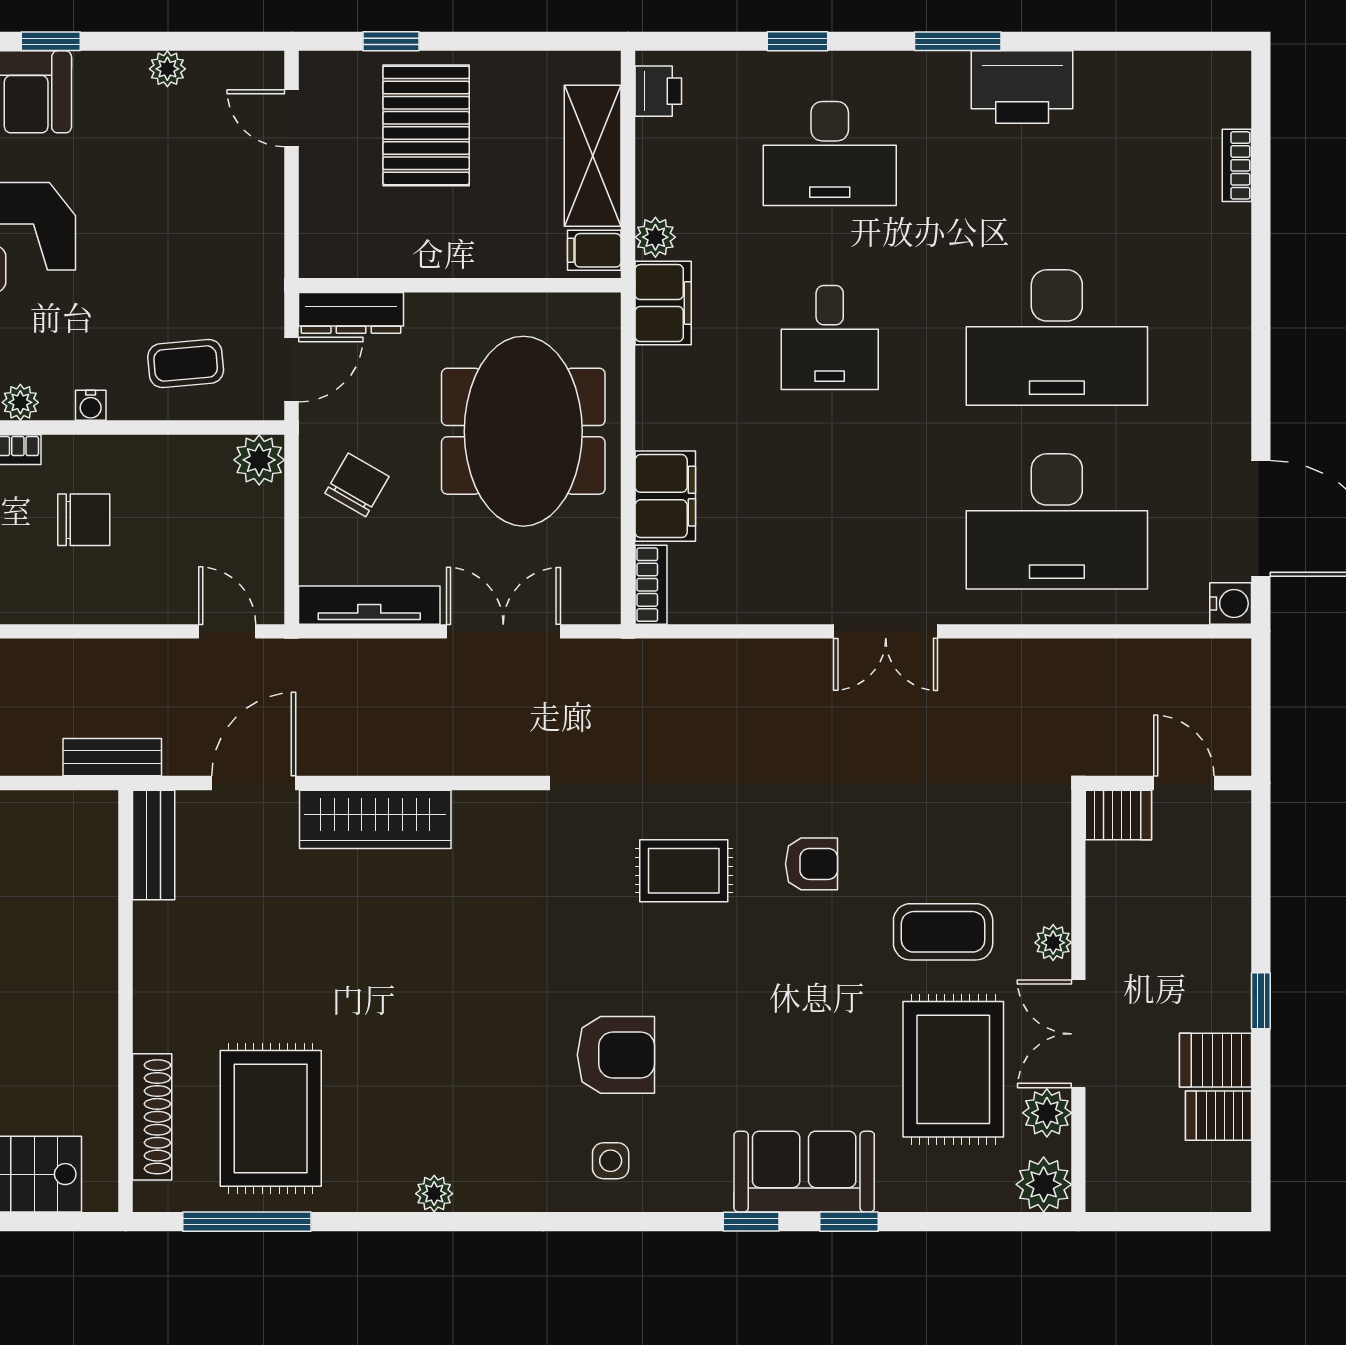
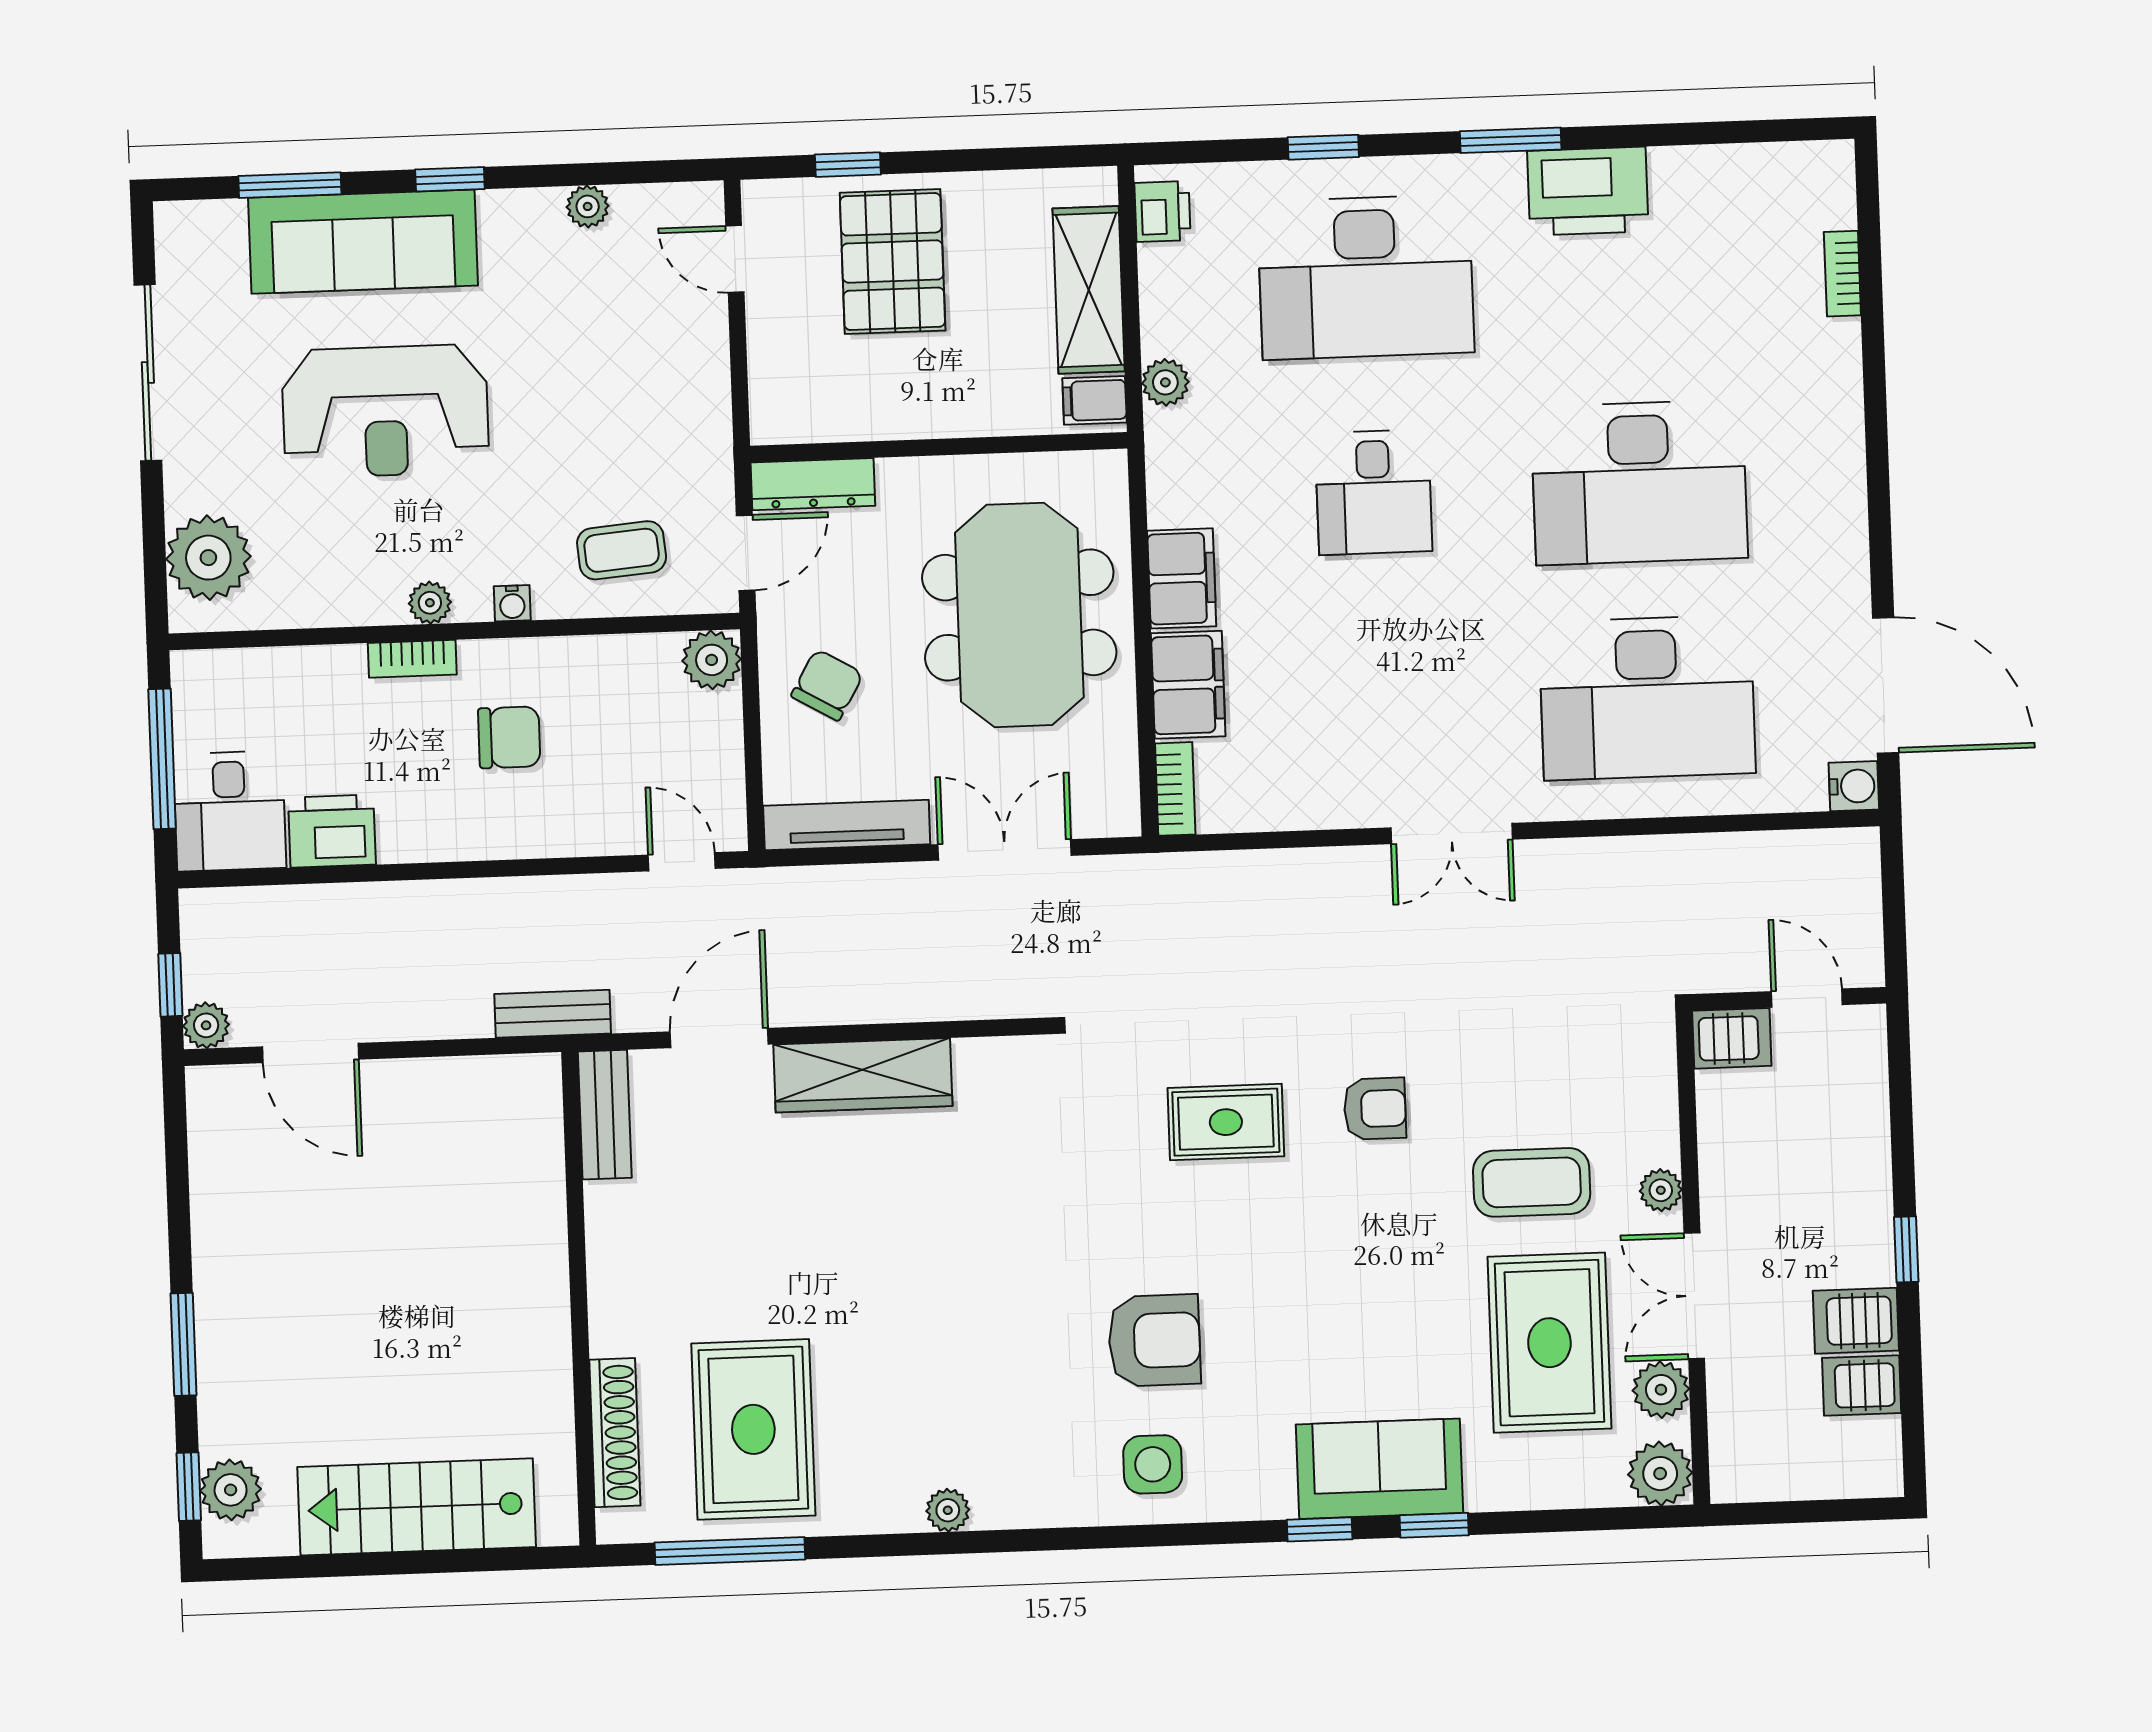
desk: (830, 154) -> (1366, 277), width x1.36, depth x1.30
filing cabinet: (663, 303) -> (1182, 578), moved
side table: (611, 1161) -> (1153, 1464), width x1.37, depth x1.37

